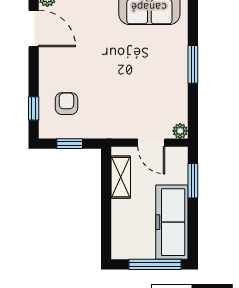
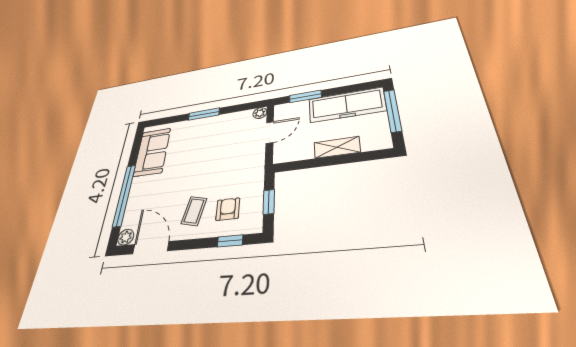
door: (34, 29) -> (151, 248), hinge flipped
coffee table: (68, 69) -> (194, 211), added
armchair: (66, 104) -> (228, 209), turned 90
shelving: (121, 177) -> (337, 147), moved

